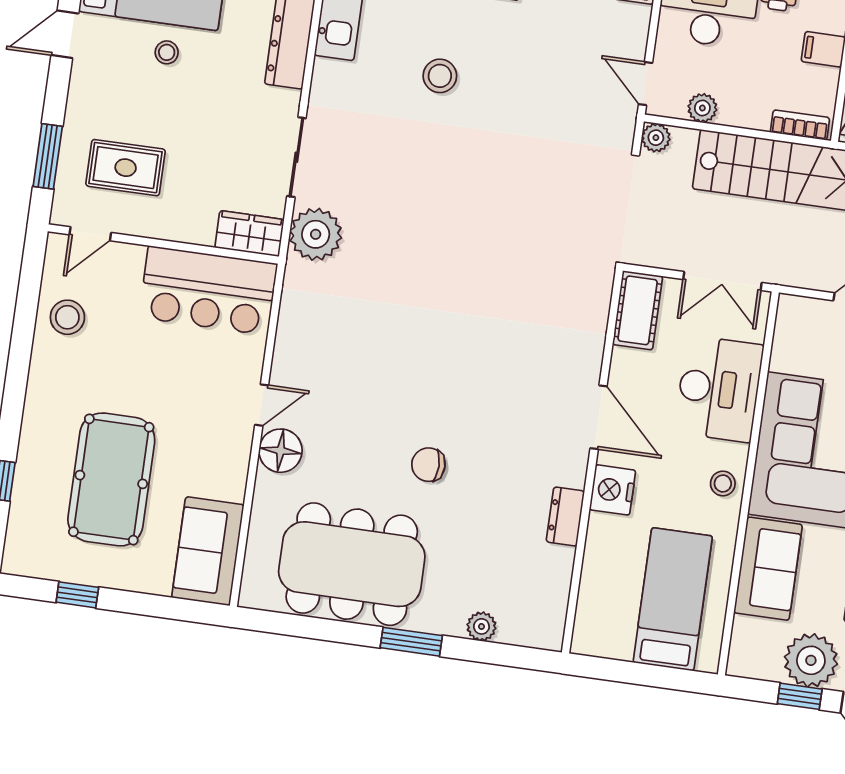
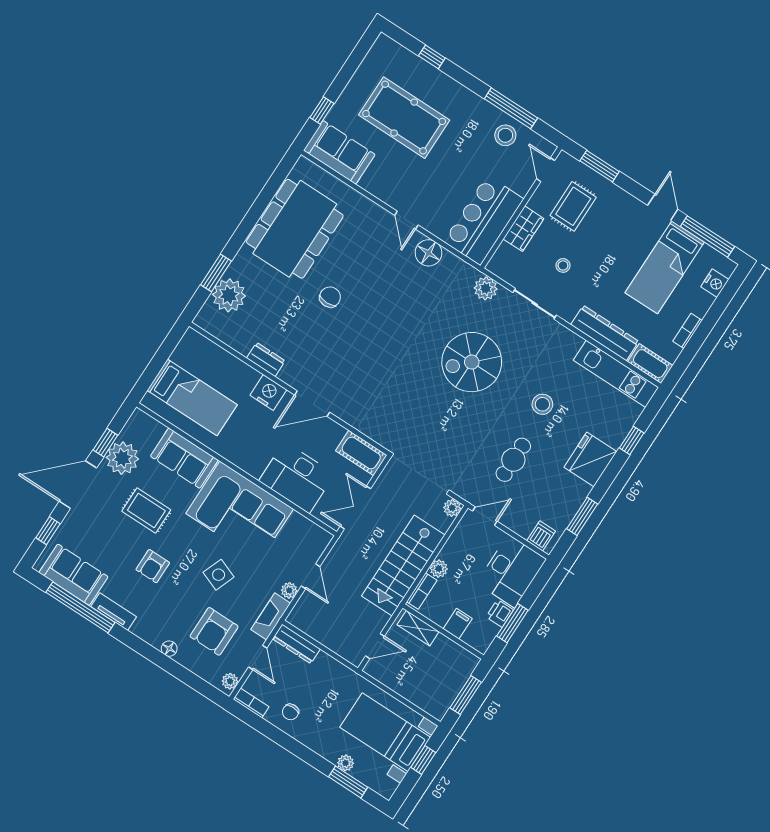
stool: (167, 52) -> (563, 265), moved
cafe table: (542, 80) -> (513, 460), added
plant: (702, 108) -> (439, 569), moved
spiral stairs: (426, 210) -> (472, 362), added
wardrobe: (249, 234) -> (523, 229), moved
plant: (316, 234) -> (486, 288), width x0.73, depth x0.73
window: (24, 328) -> (511, 108), added
floor lamp: (281, 451) -> (429, 253), moved
stool: (723, 483) -> (243, 455), removed
window: (77, 595) -> (322, 110), moved
plant: (481, 626) -> (229, 295), width x1.88, depth x1.88
window: (411, 642) -> (216, 273), moved

